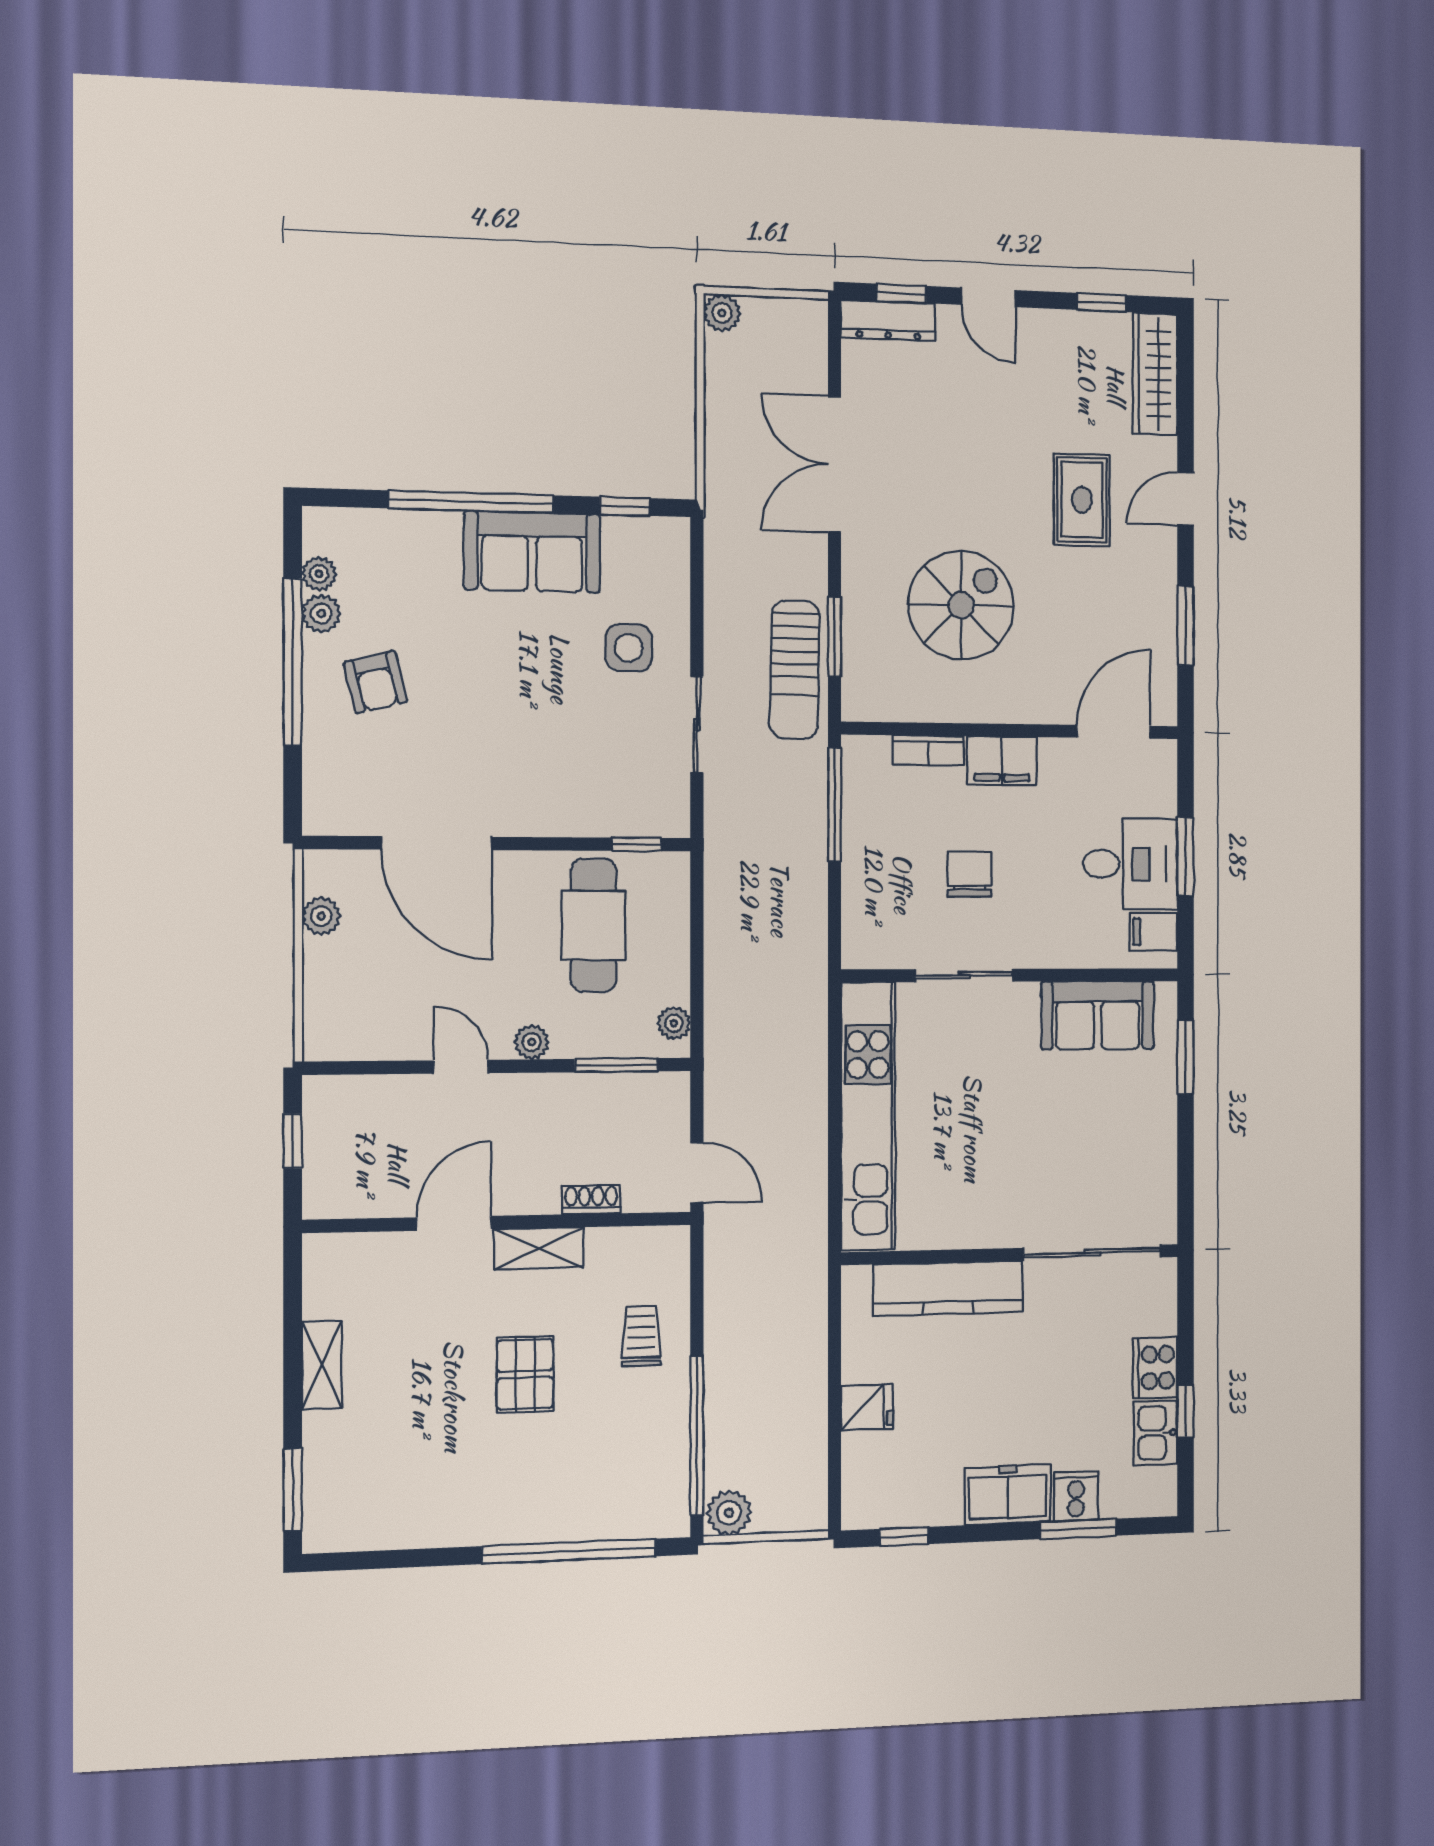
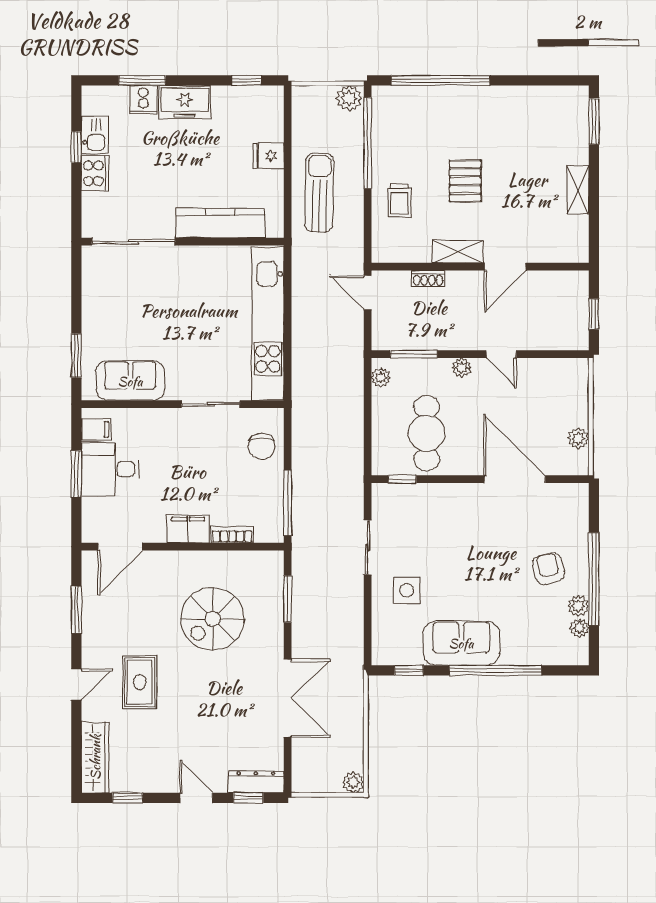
sun lounger: (795, 670) -> (319, 193), moved
chair: (970, 874) -> (262, 446), moved

